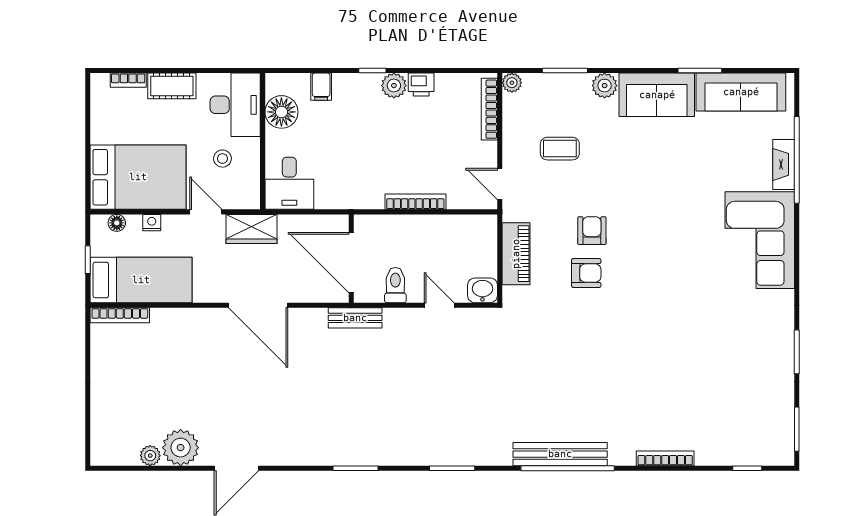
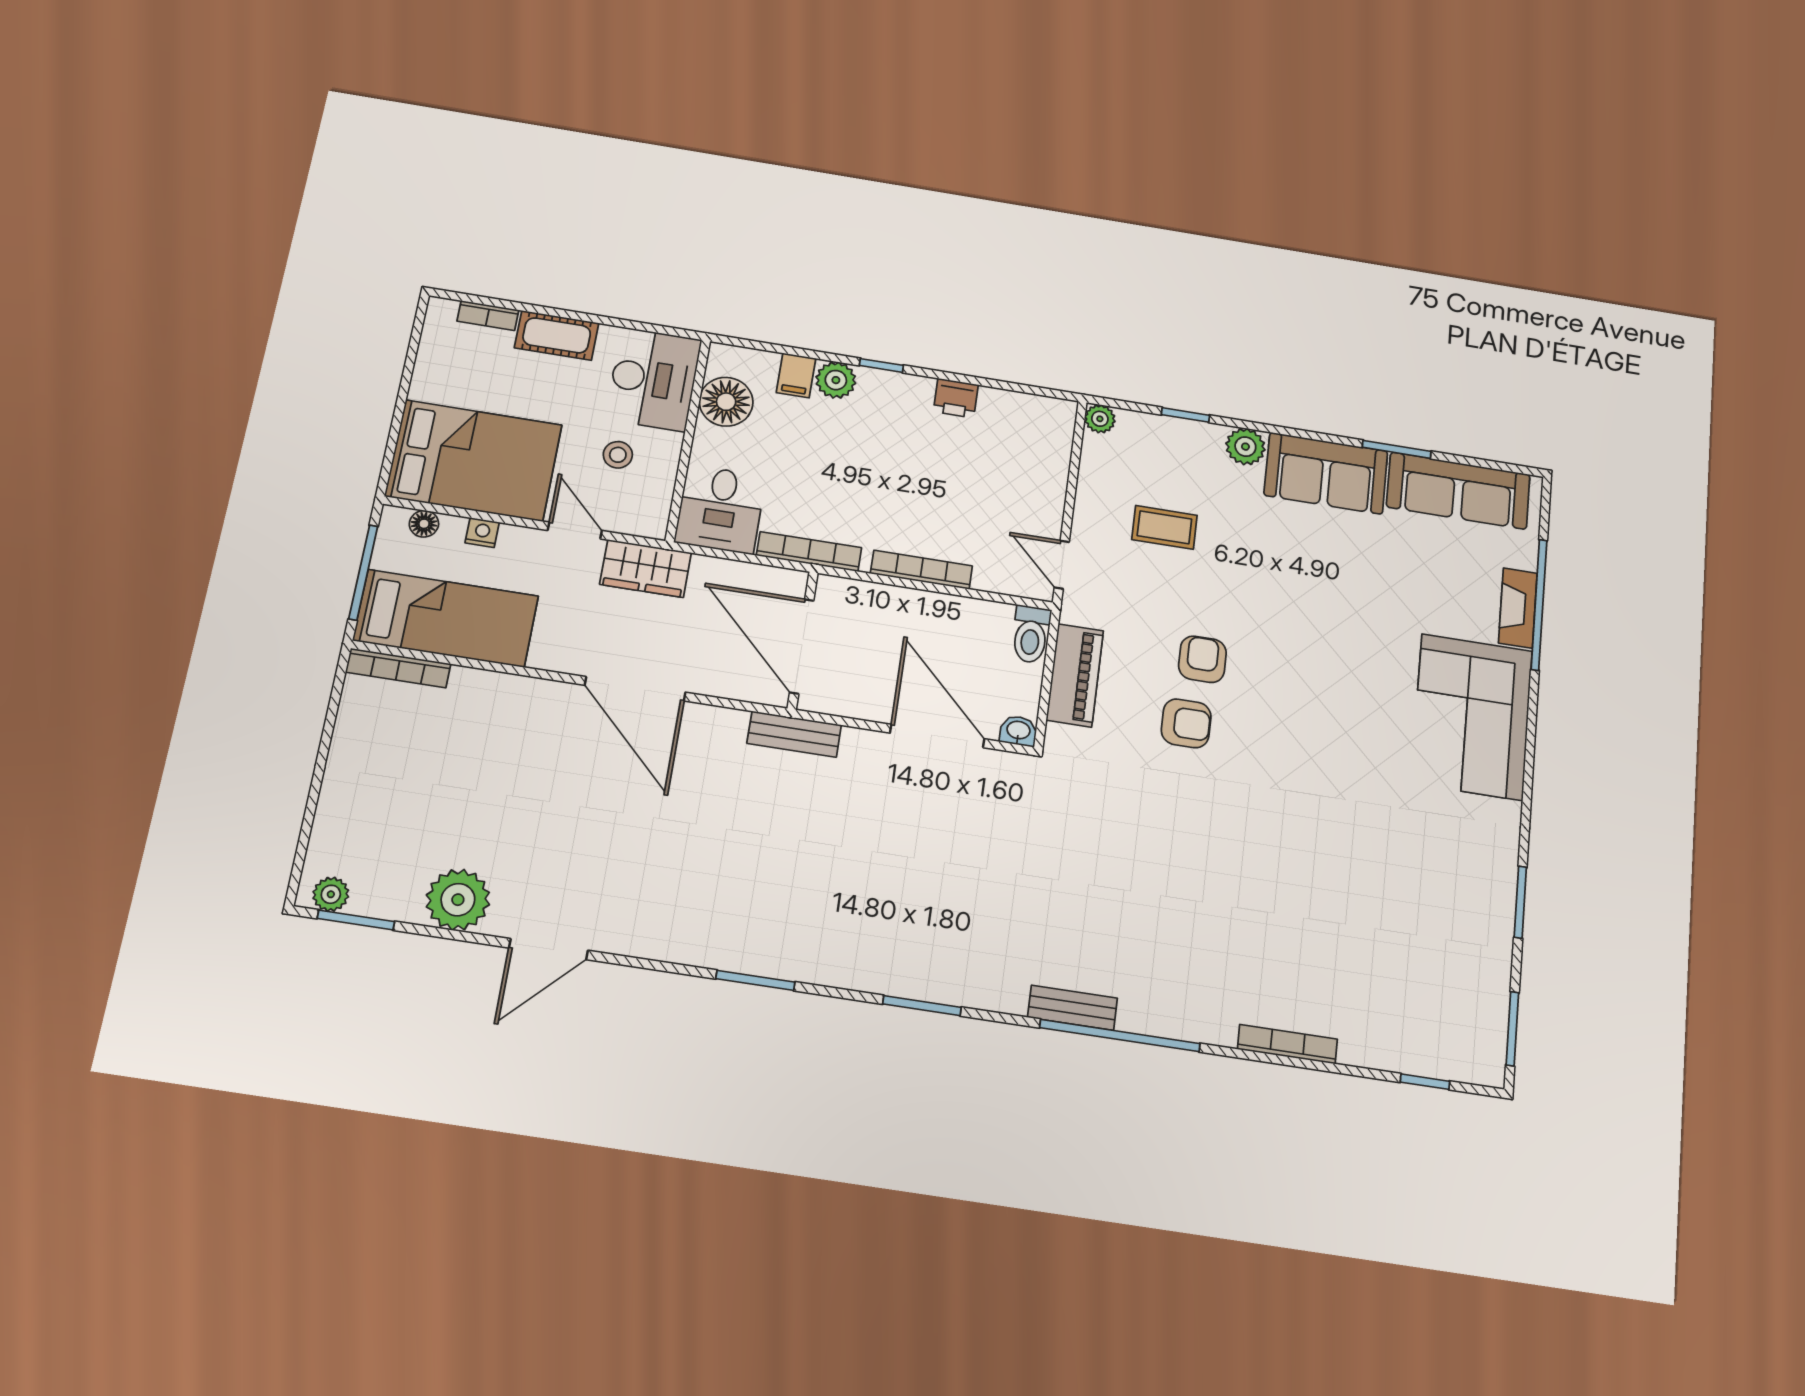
window: (565, 71) -> (1185, 415), width x0.67
plant: (394, 86) -> (836, 380), moved
bookcase: (489, 109) -> (809, 552), moved, turned 90
window: (88, 260) -> (363, 572), width x2.17
toilet: (395, 285) -> (1031, 634), moved, turned 180
washbasin: (482, 290) -> (1018, 731), width x0.72, depth x0.69
door: (439, 305) -> (937, 736), width x1.87
bench: (560, 454) -> (1073, 1008), width x0.54, depth x0.82
plant: (150, 456) -> (331, 894), moved
window: (126, 468) -> (356, 920), added

